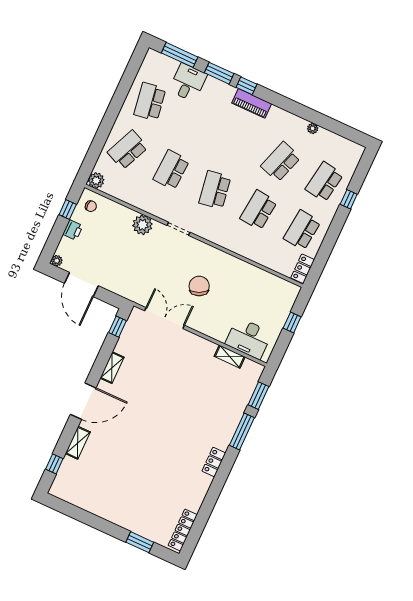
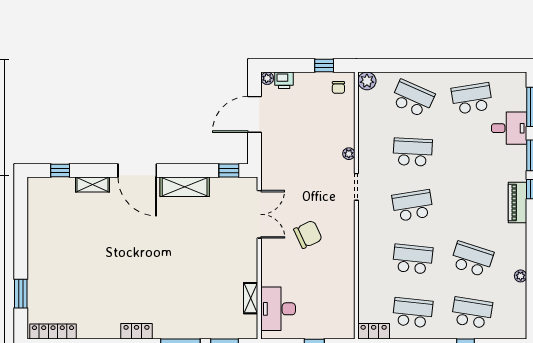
plant: (142, 225) -> (349, 154), width x0.53, depth x0.53
printer: (73, 230) -> (284, 80), moved
shelving: (112, 368) -> (185, 187), width x1.50, depth x1.33

